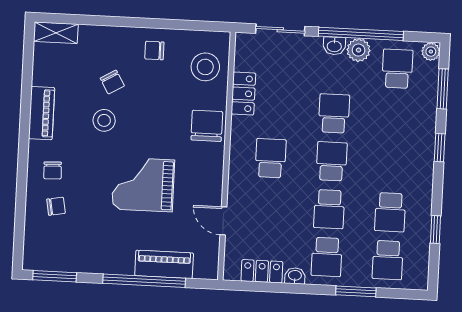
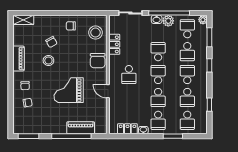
school desk: (395, 117) -> (187, 52), added
chair: (207, 126) -> (98, 61), turned 180
school desk: (271, 158) -> (129, 75), turned 180
school desk: (393, 164) -> (187, 75), added
door: (223, 221) -> (108, 91), moved

